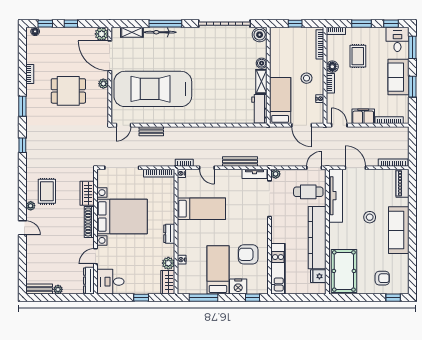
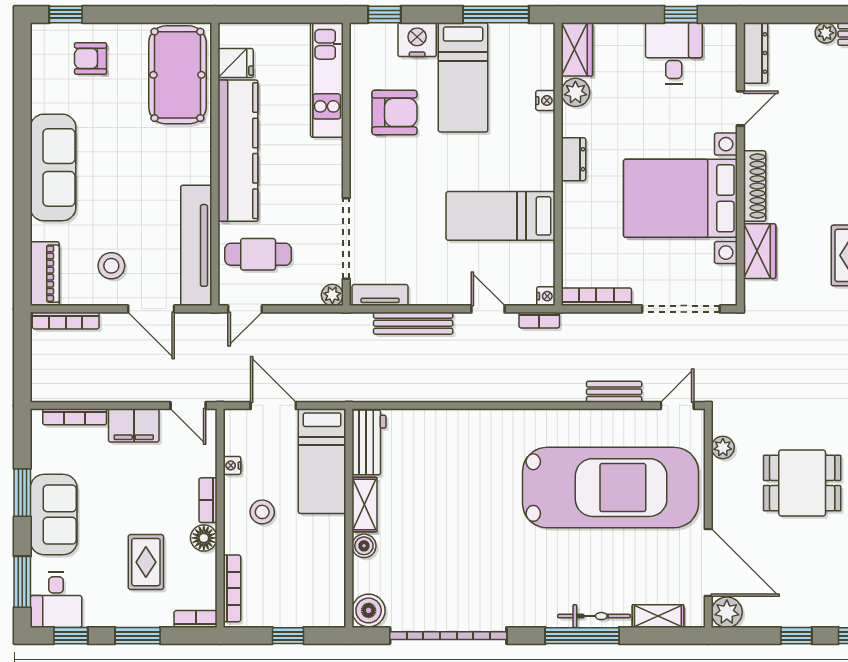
plant: (103, 84) -> (723, 447), moved
stool: (370, 217) -> (111, 266), moved
desk: (110, 282) -> (674, 53), moved, turned -90
window: (141, 298) -> (681, 14), moved

